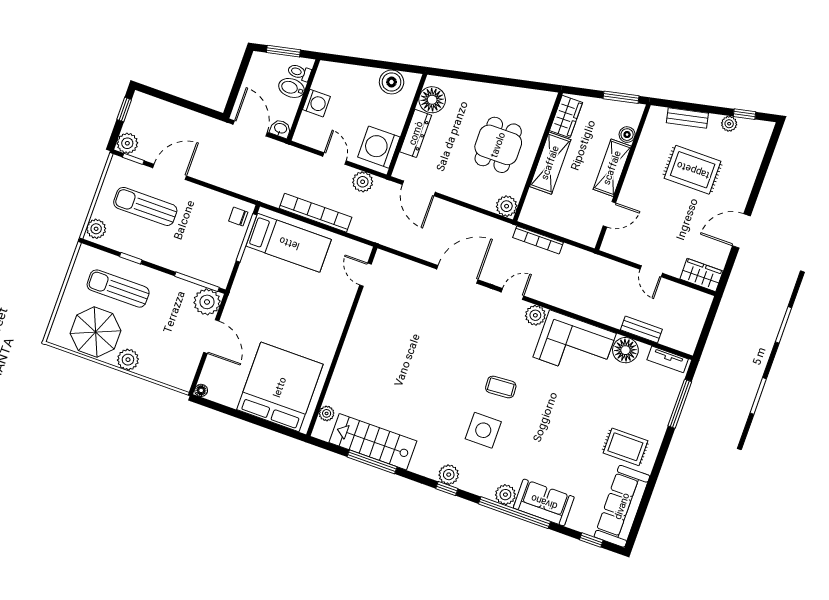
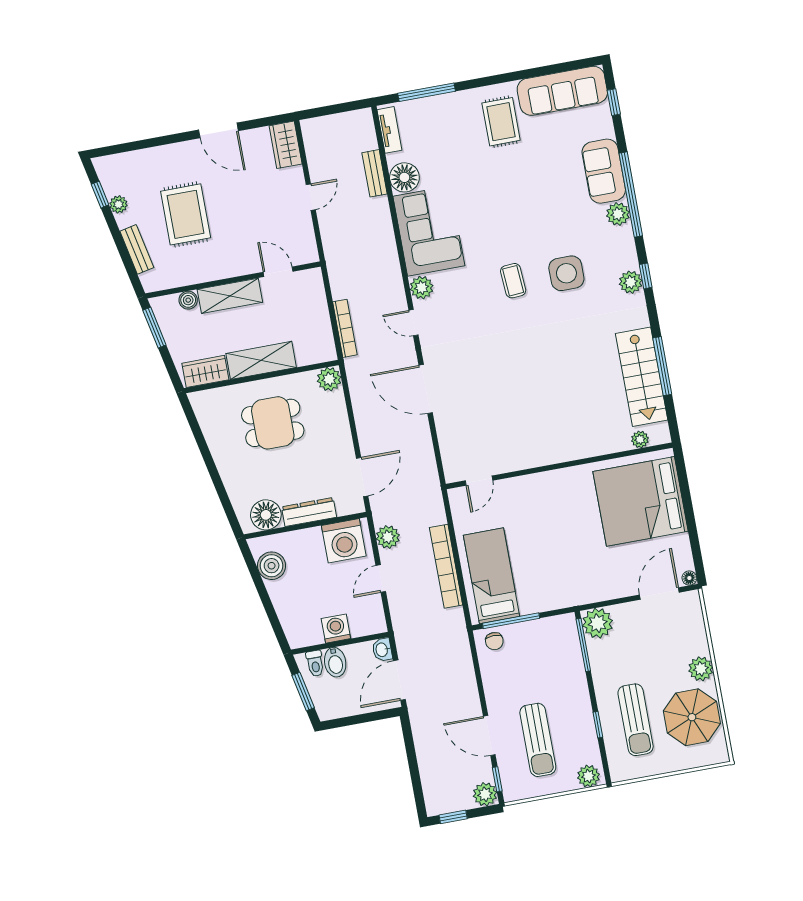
door: (211, 337) -> (659, 594), moved

